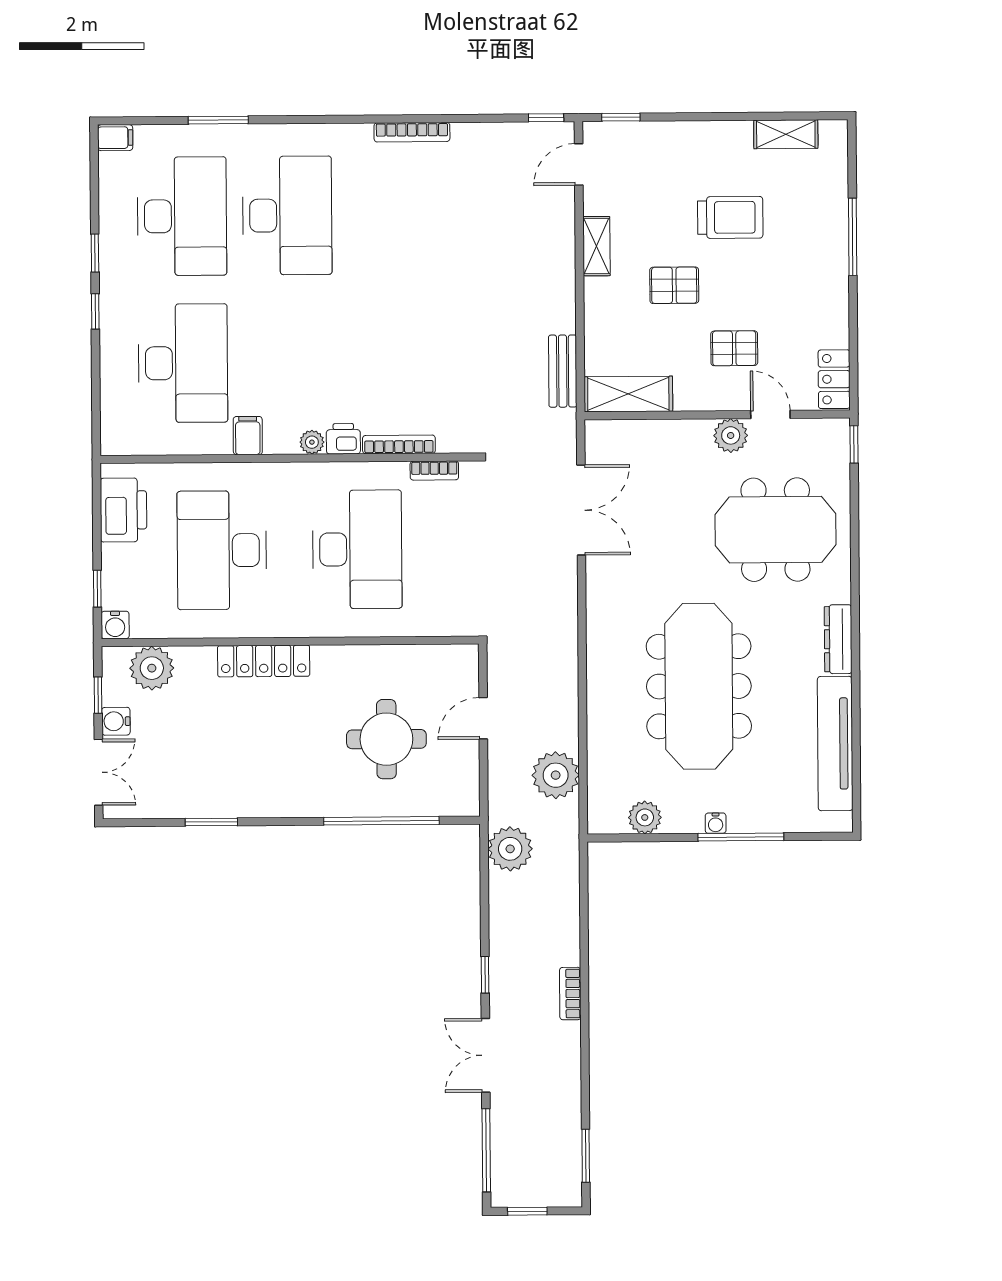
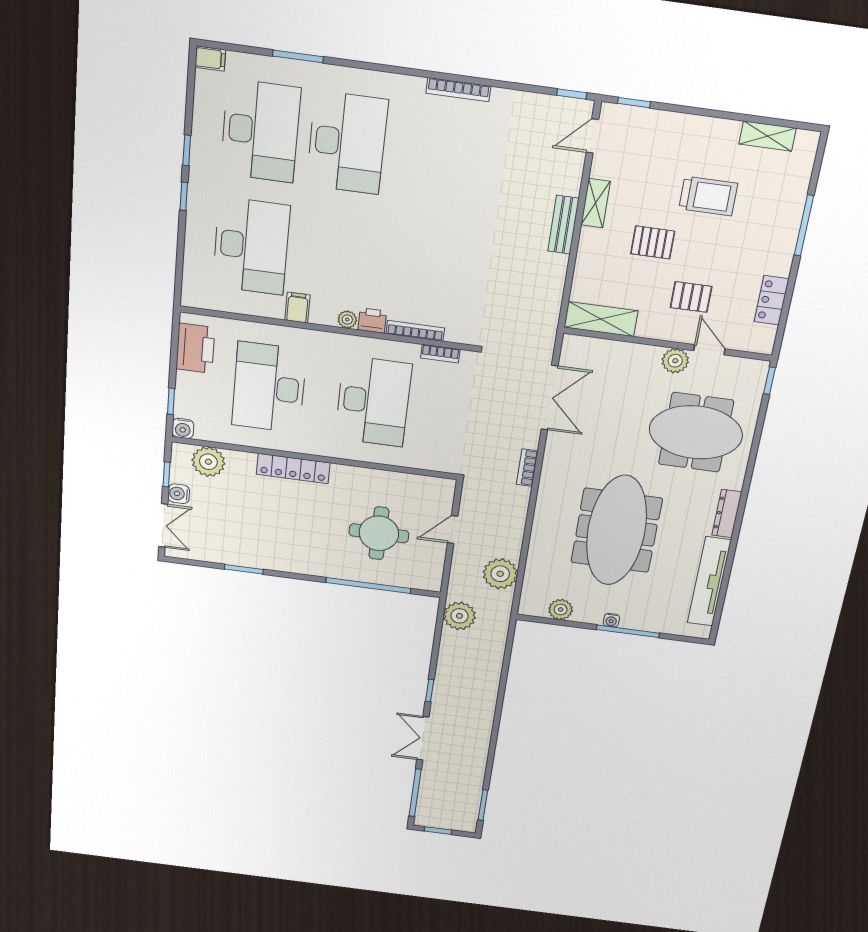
bench: (563, 371) -> (563, 225), moved
locker: (834, 379) -> (772, 300), moved
bookcase: (570, 994) -> (527, 468), moved

